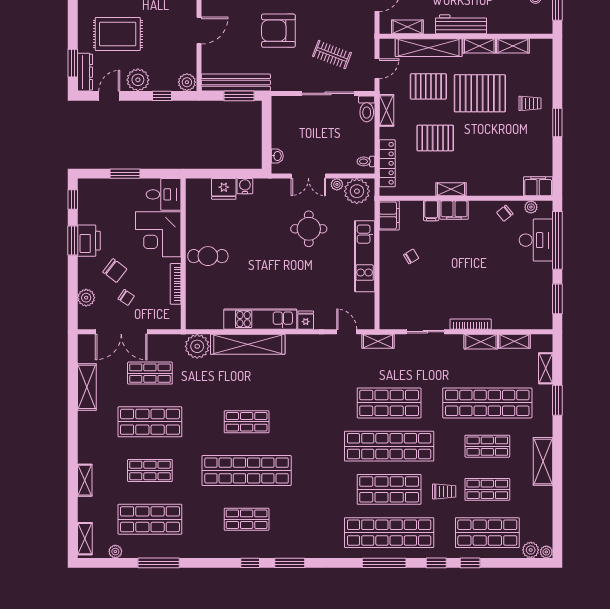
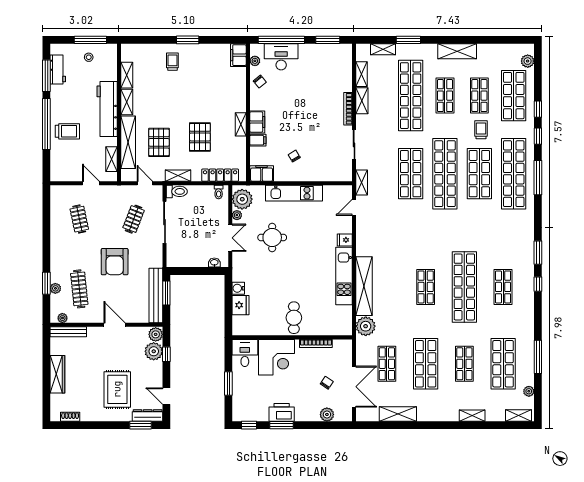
workbench: (461, 24) -> (107, 109), width x1.36, depth x1.32
plant: (138, 80) -> (154, 351), moved
pallet: (480, 93) -> (164, 102), removed
chair: (115, 271) -> (305, 392), removed
plant: (546, 552) -> (529, 49), removed

